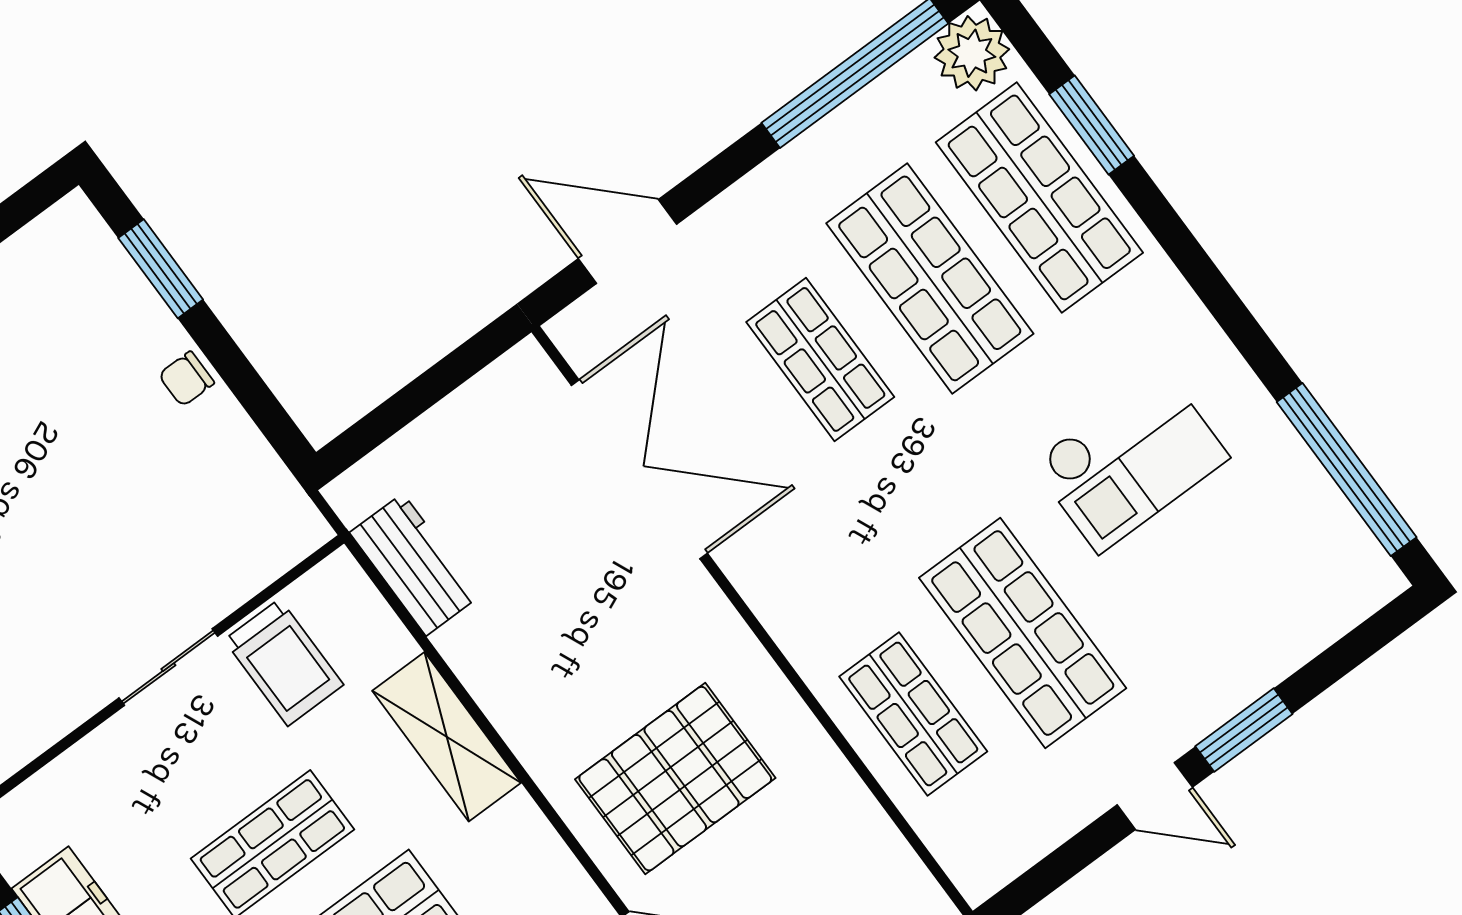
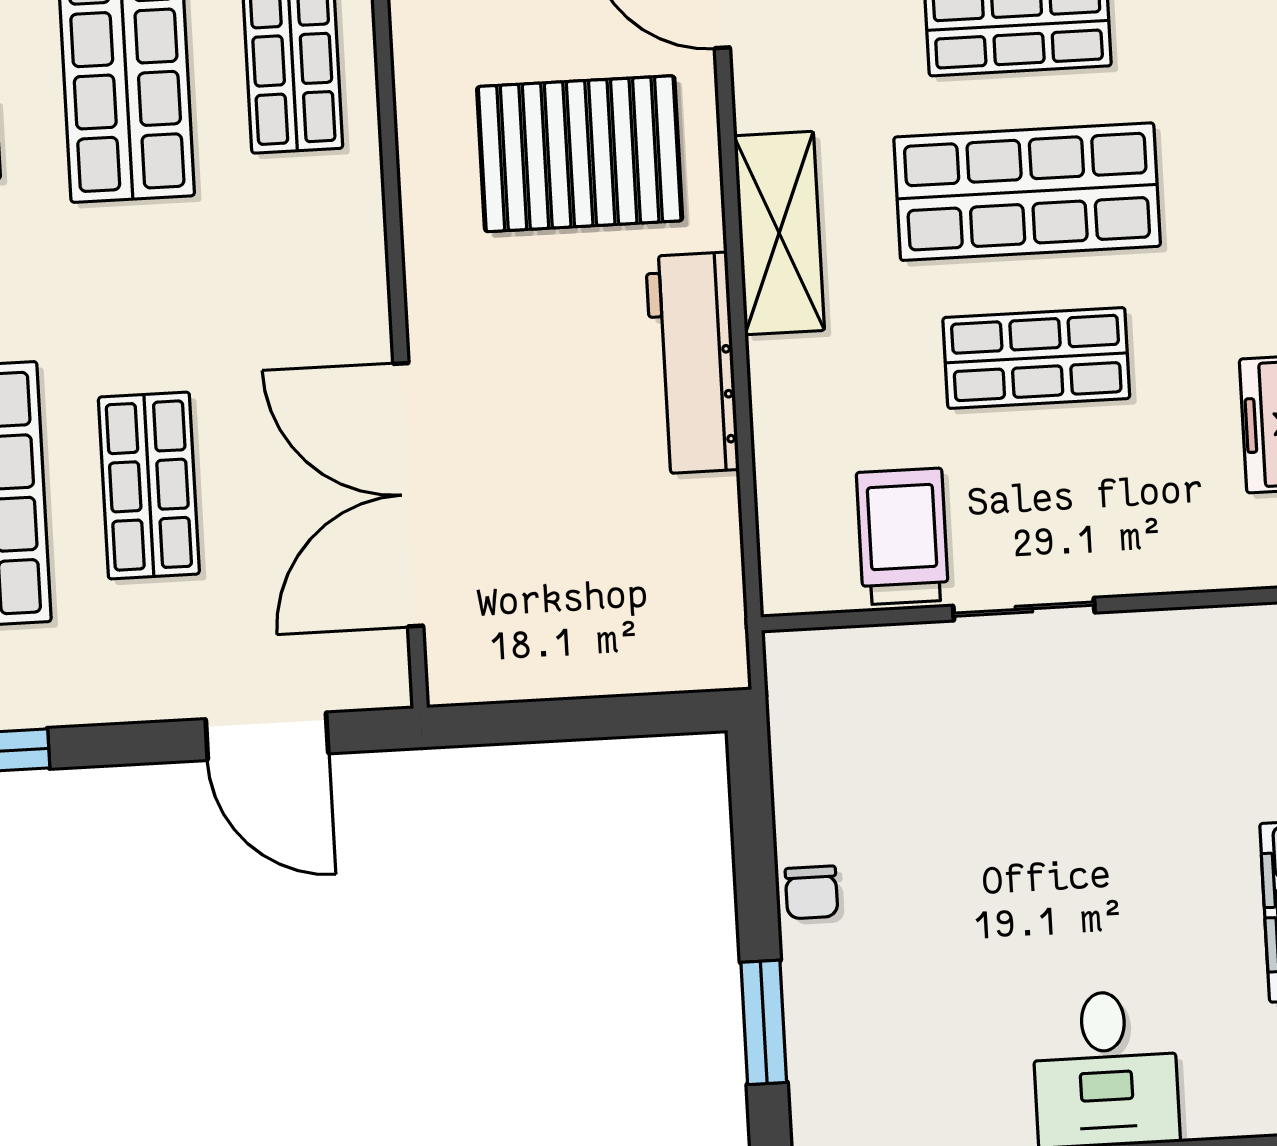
chair: (186, 379) -> (811, 892), turned 90
workbench: (414, 565) -> (692, 363), moved, width x1.38
shelving: (447, 737) -> (779, 233), moved

